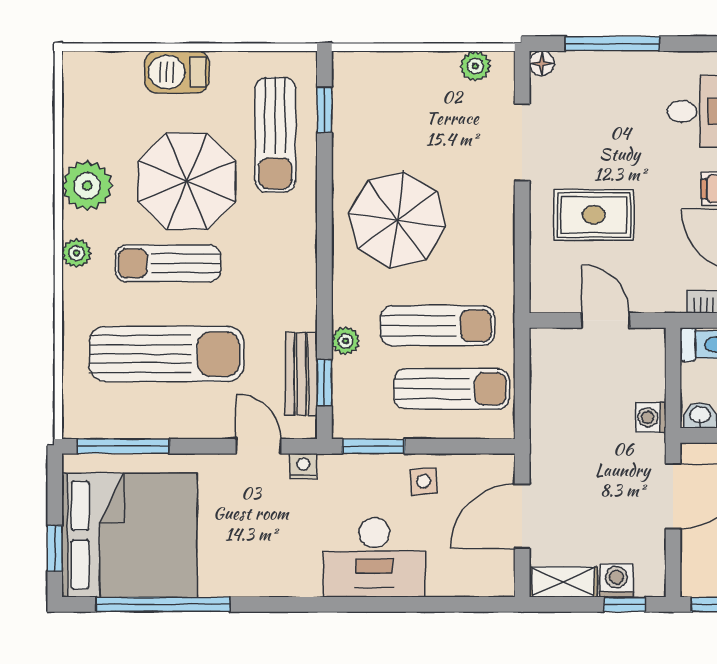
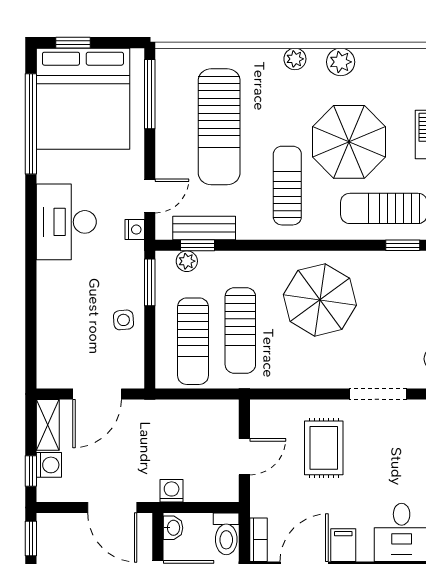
plant: (87, 186) -> (341, 62), width x0.73, depth x0.73
sun lounger: (168, 263) -> (287, 186), moved
plant: (345, 341) -> (187, 261), moved
door: (522, 516) -> (97, 394), swing flipped
desk: (374, 557) -> (66, 222), moved

